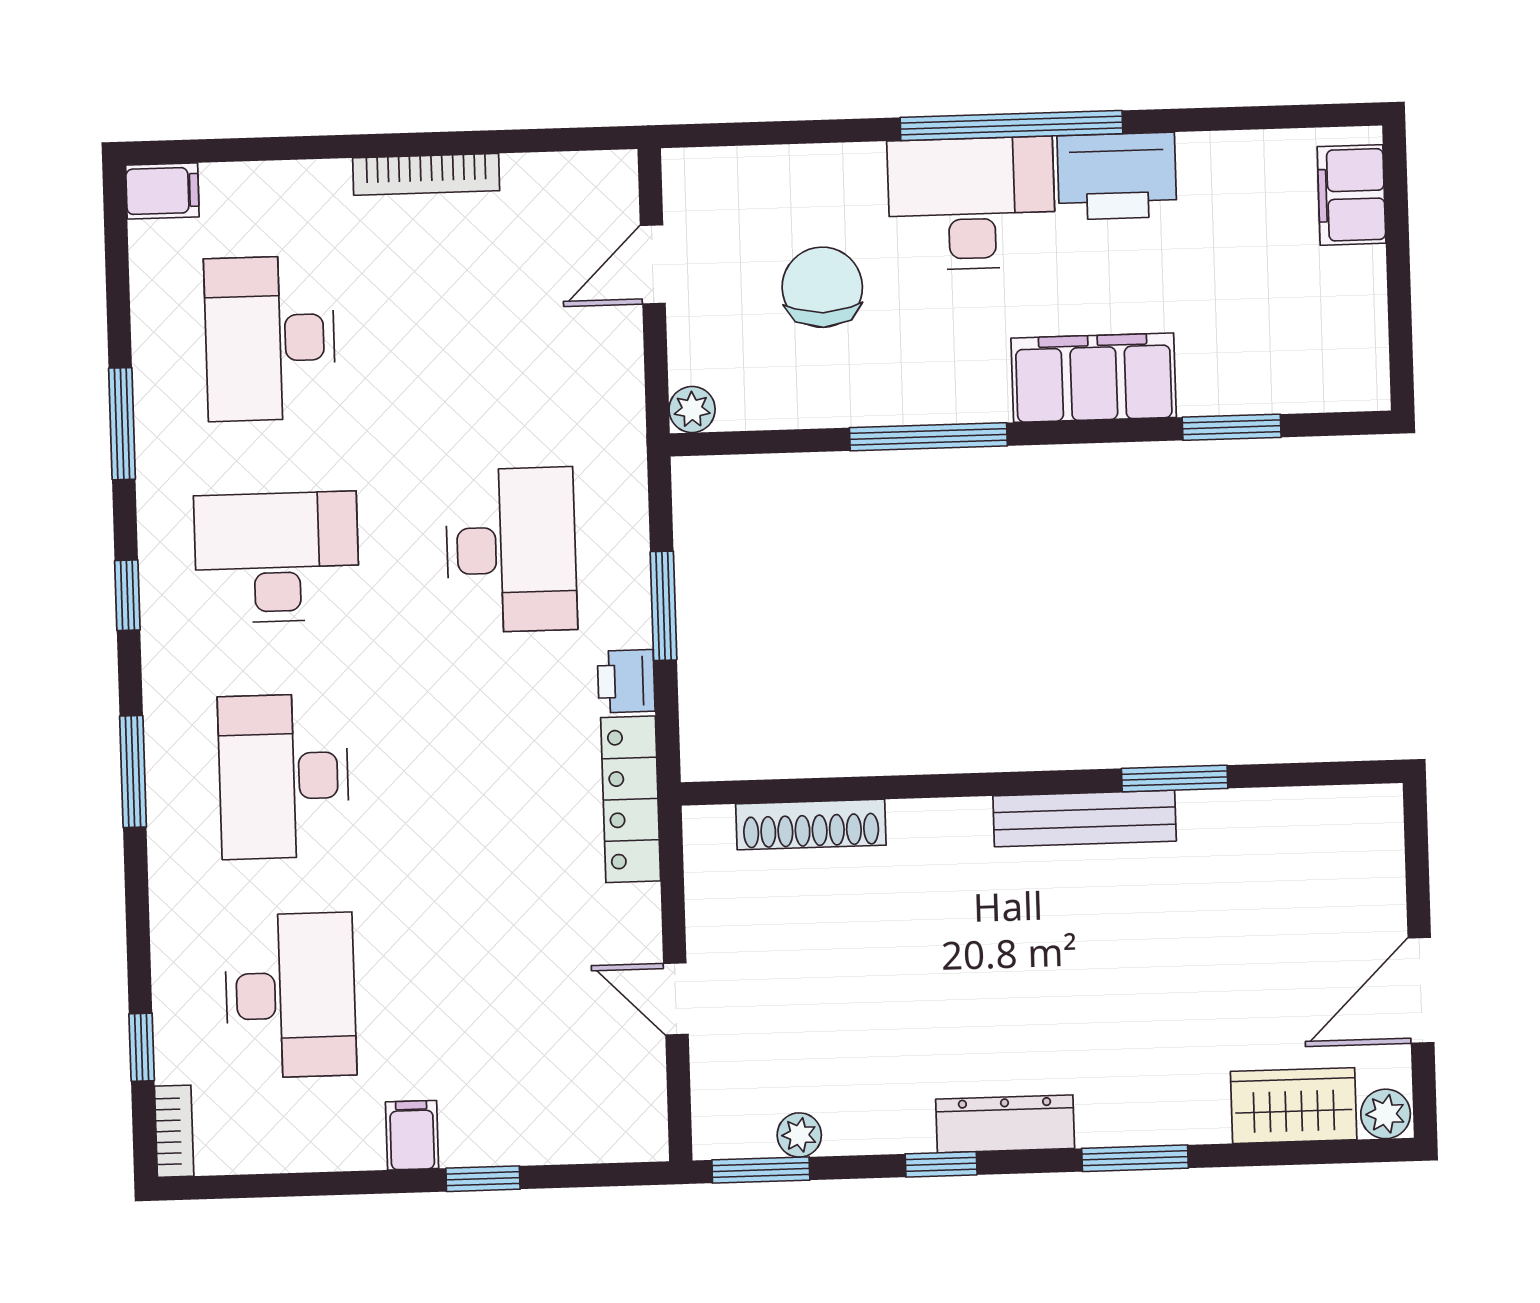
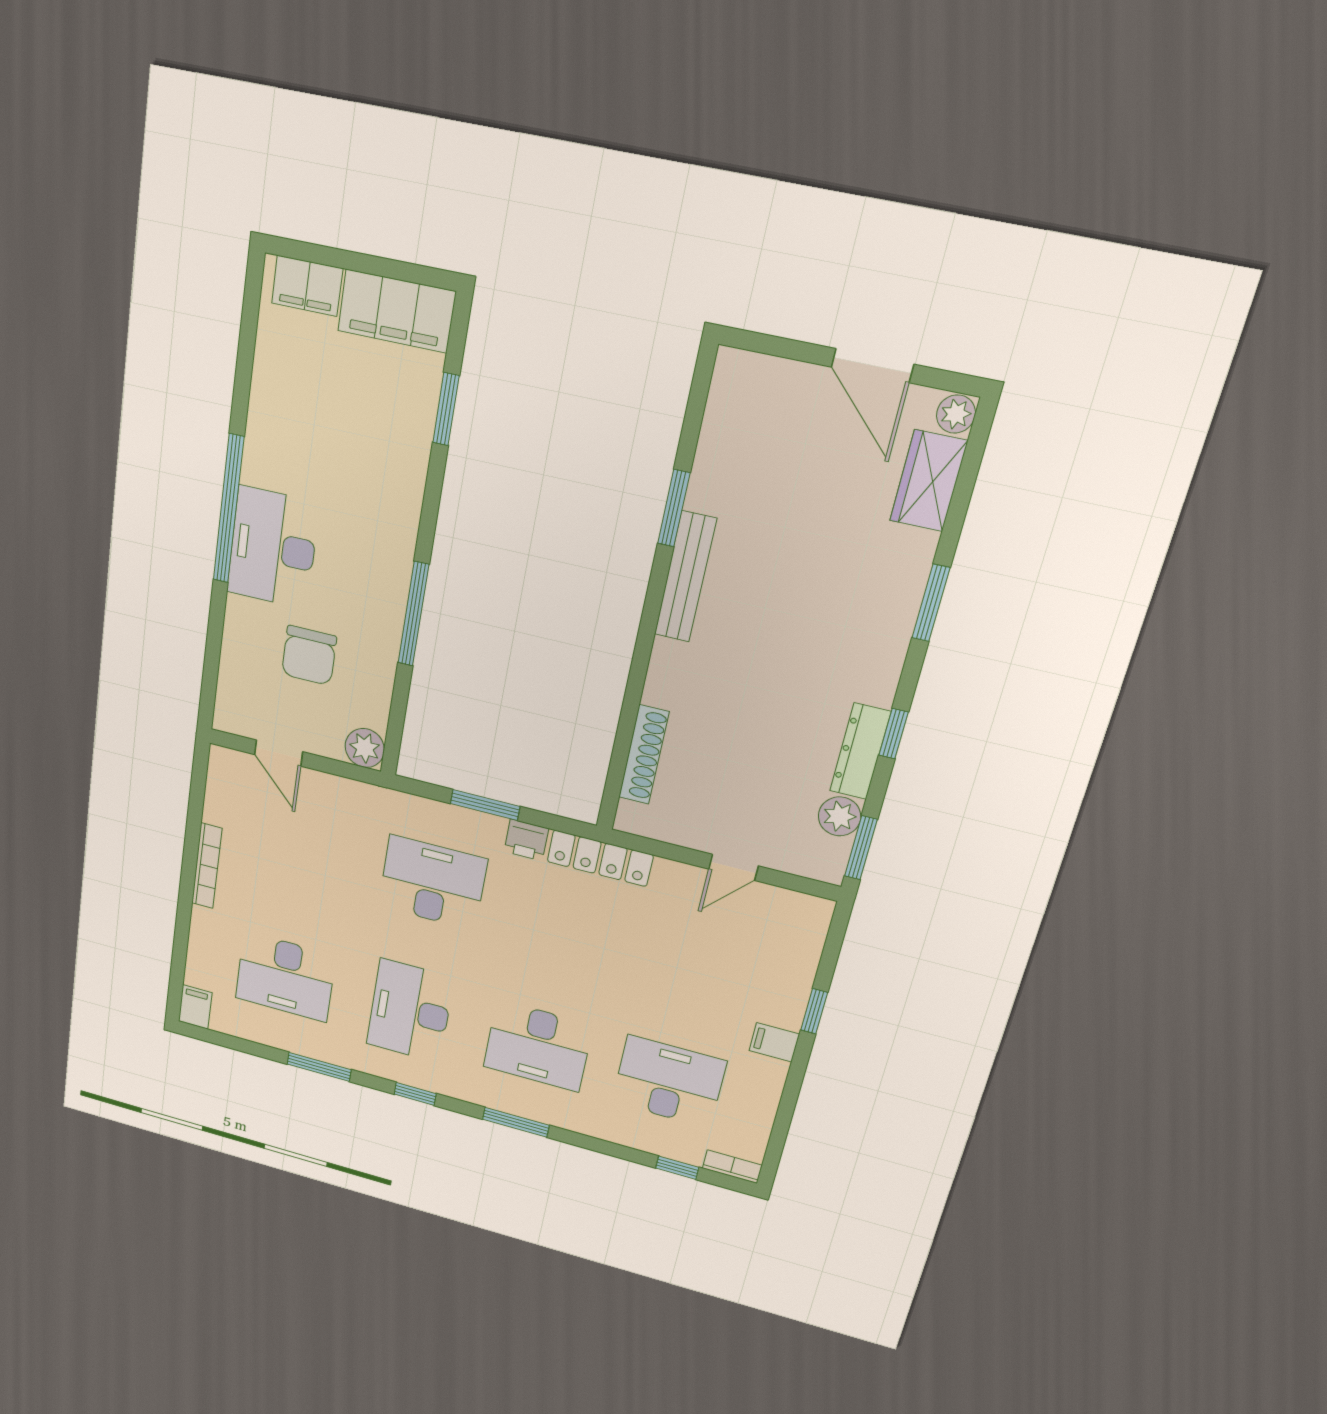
printer: (1117, 176) -> (270, 447), removed
chair: (822, 287) -> (309, 655), turned -90
filing cabinet: (1094, 378) -> (397, 311), moved, turned -90
plant: (692, 409) -> (365, 748), width x1.38, depth x1.38
dresser: (1005, 1124) -> (860, 751), moved
plant: (799, 1135) -> (840, 816), width x1.38, depth x1.38

